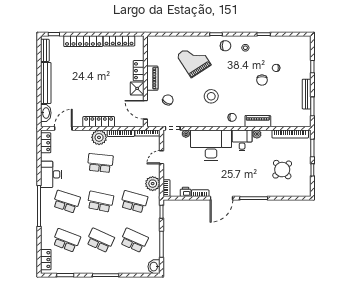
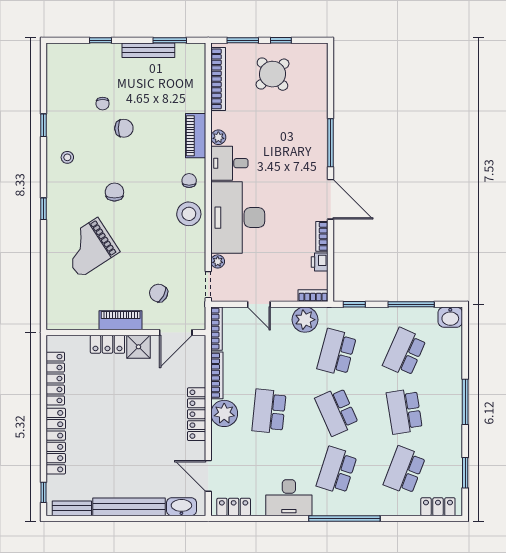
chair: (225, 46) -> (114, 192), moved
stool: (211, 96) -> (189, 214), moved
round table: (282, 170) -> (272, 74), moved
school desk: (100, 202) -> (337, 411), turned -36
school desk: (100, 240) -> (404, 411), turned -33

